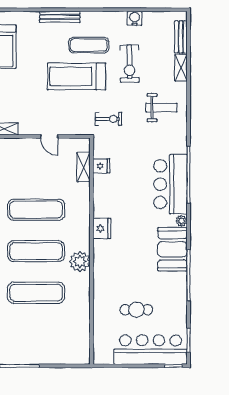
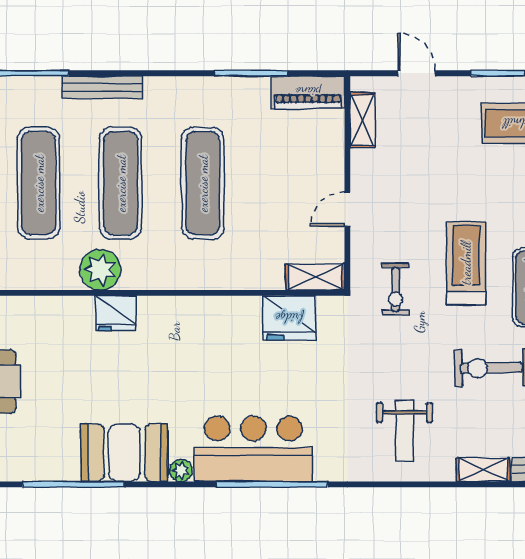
treadmill: (77, 76) -> (466, 263), width x0.73, depth x0.73
exercise bike: (108, 119) -> (395, 289), moved
fridge: (101, 166) -> (289, 318), width x1.88, depth x1.34
shelving: (84, 167) -> (315, 277), moved
fridge: (102, 228) -> (116, 313), moved

